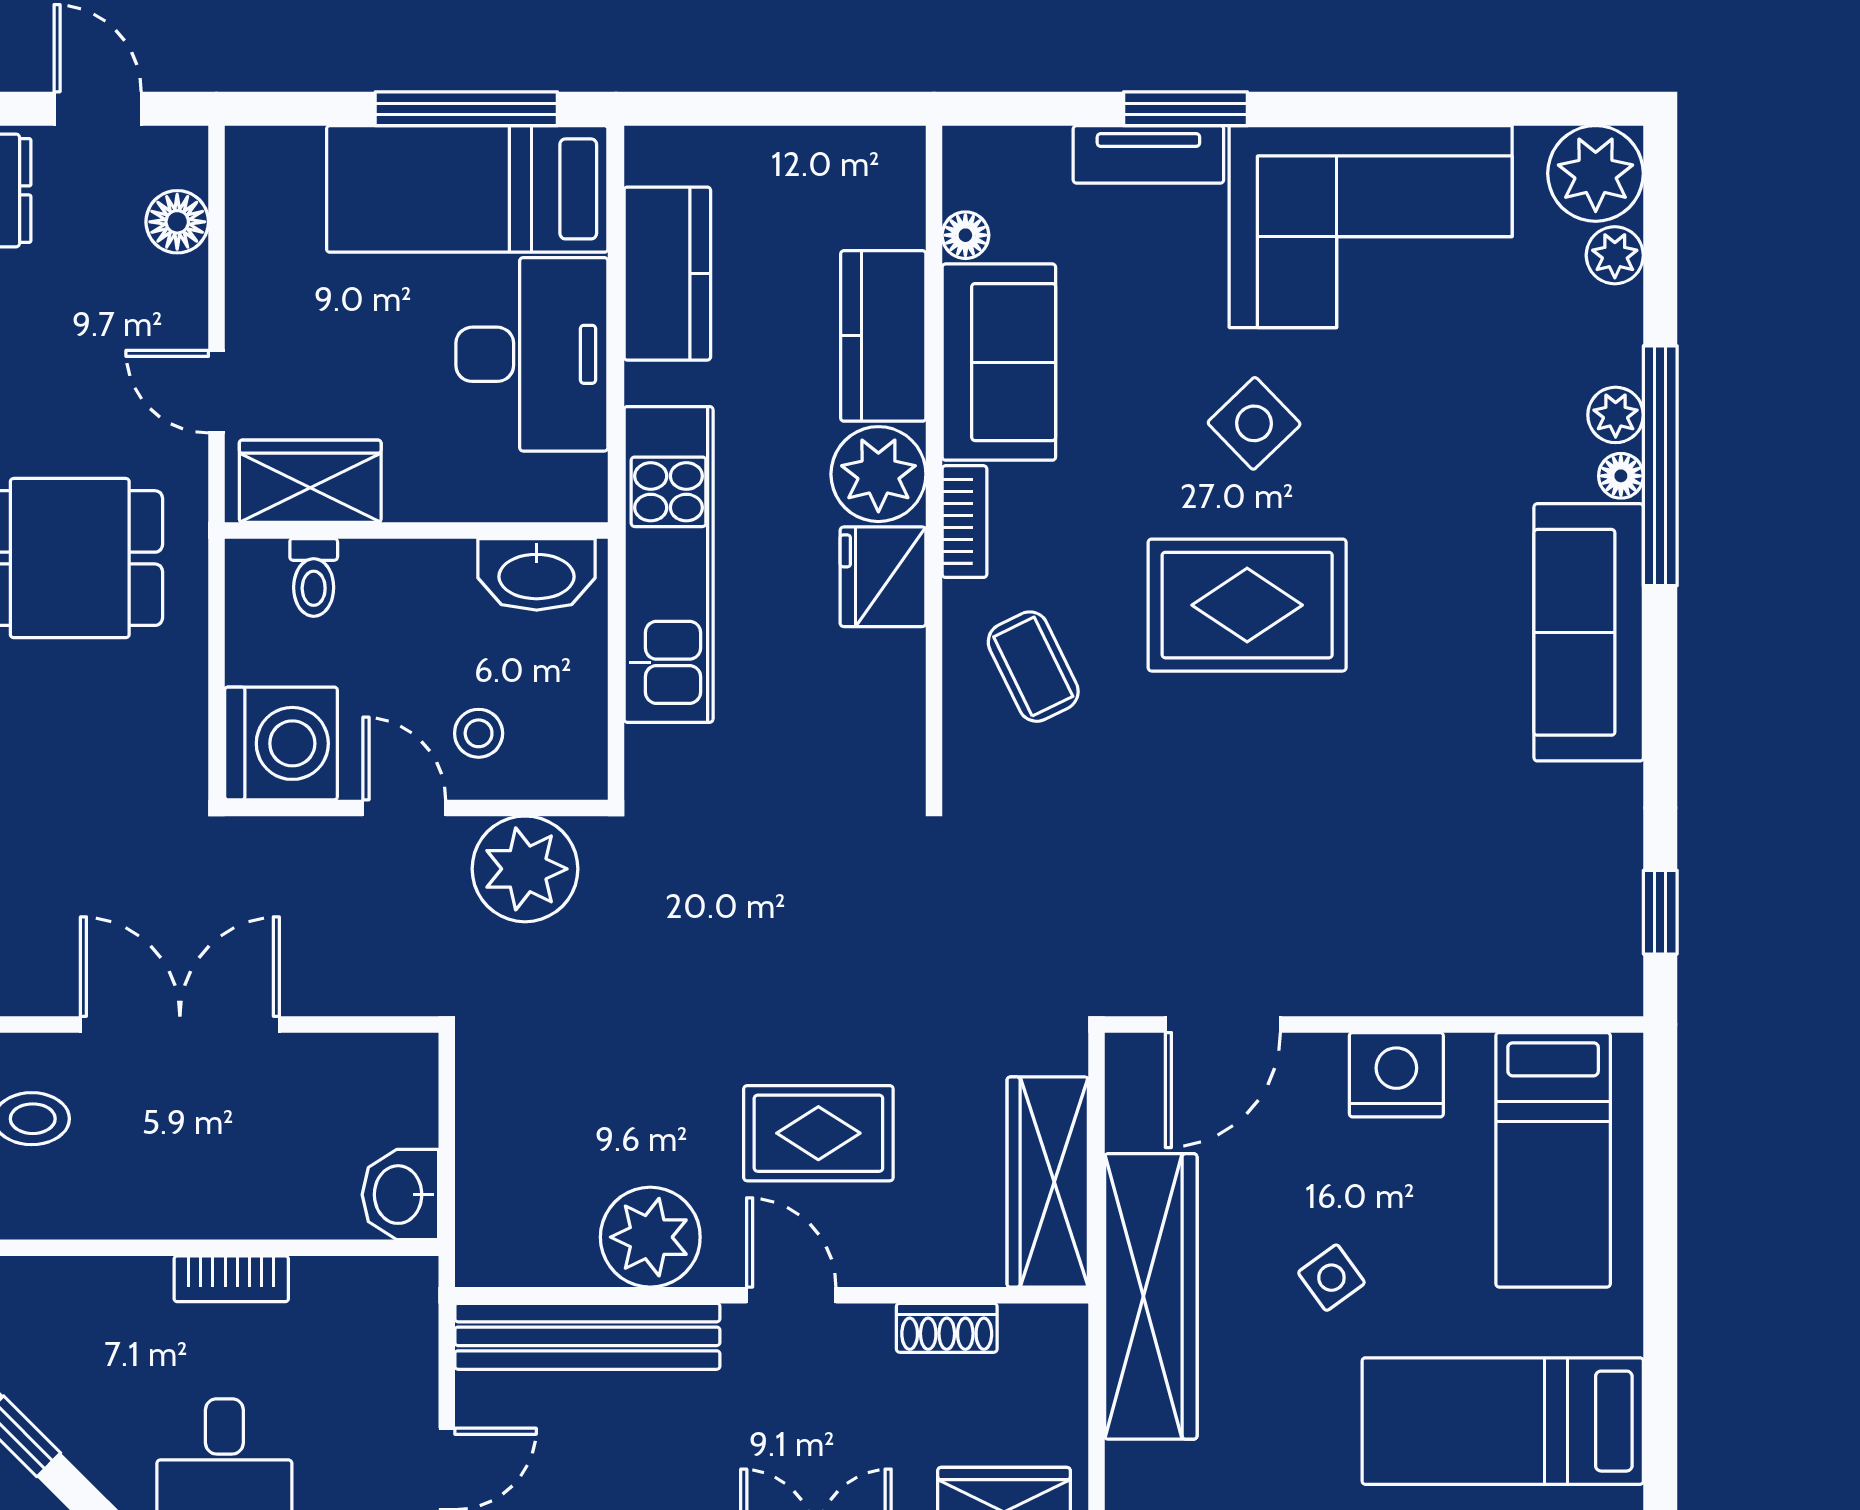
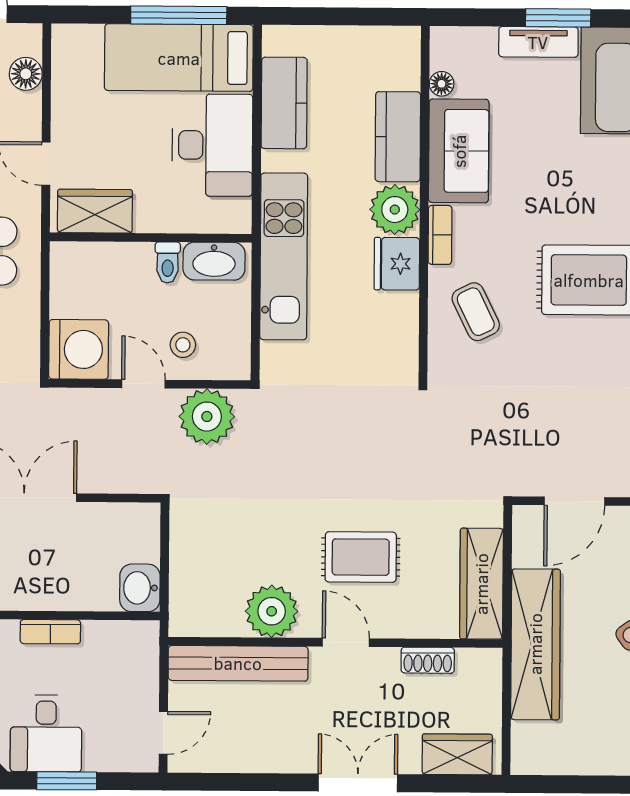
side table: (1254, 423) -> (593, 184), removed
toilet: (314, 577) -> (168, 262), moved

